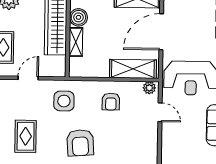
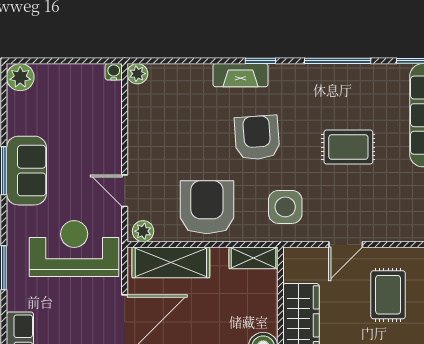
shelving: (76, 42) -> (254, 258), moved, turned 90
armchair: (111, 102) -> (207, 207), width x1.88, depth x1.88
rug: (26, 136) -> (348, 147), turned 90

